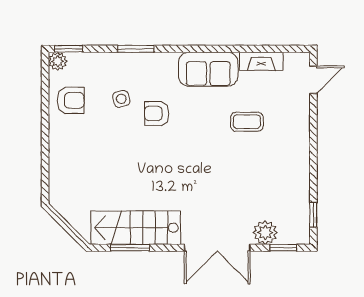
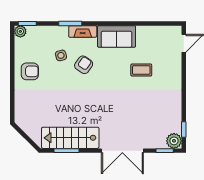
fireplace: (261, 61) -> (83, 31), moved
armchair: (71, 100) -> (30, 71), moved
armchair: (157, 113) -> (84, 65), turned 125
plant: (265, 232) -> (174, 141), moved

